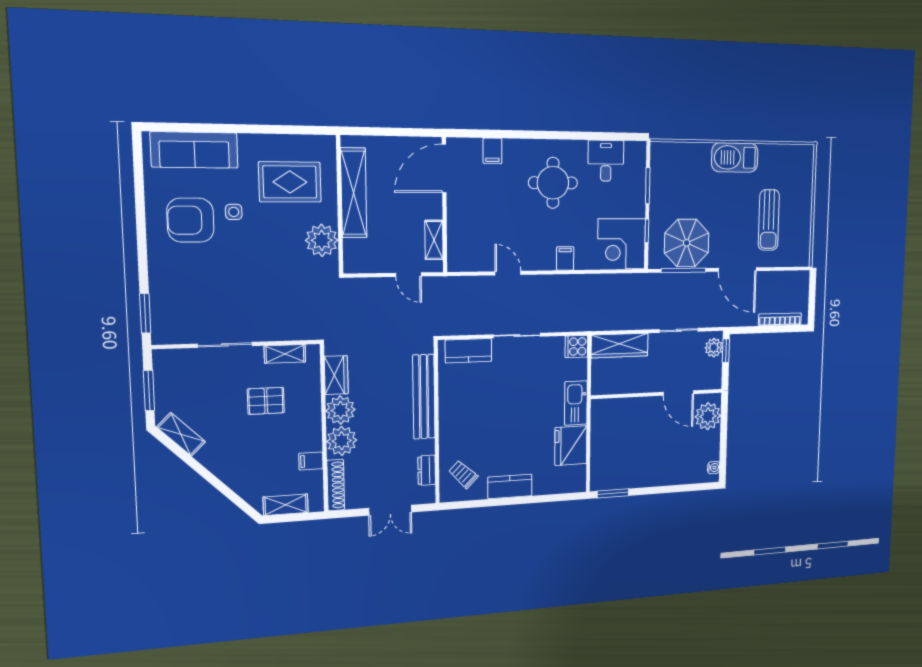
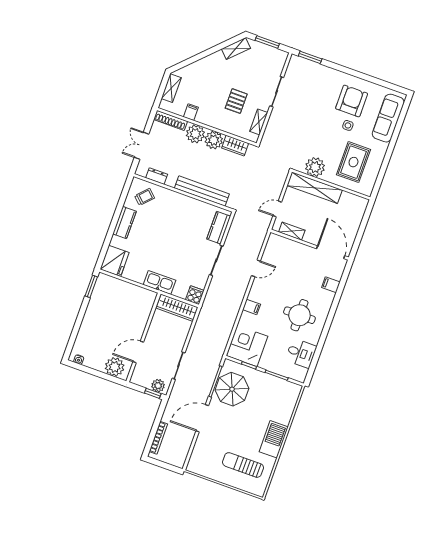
shelving: (354, 193) -> (315, 188), moved
sun lounger: (769, 220) -> (243, 465), moved
wardrobe: (620, 346) -> (177, 308), moved, turned -90
fridge: (571, 446) -> (115, 261), moved, turned 90

